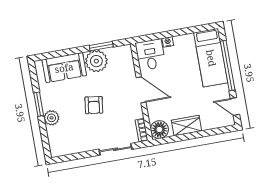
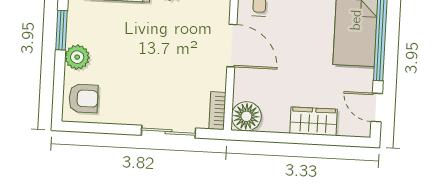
armchair: (94, 105) -> (83, 98), moved, turned -98
wardrobe: (186, 126) -> (314, 121), moved

